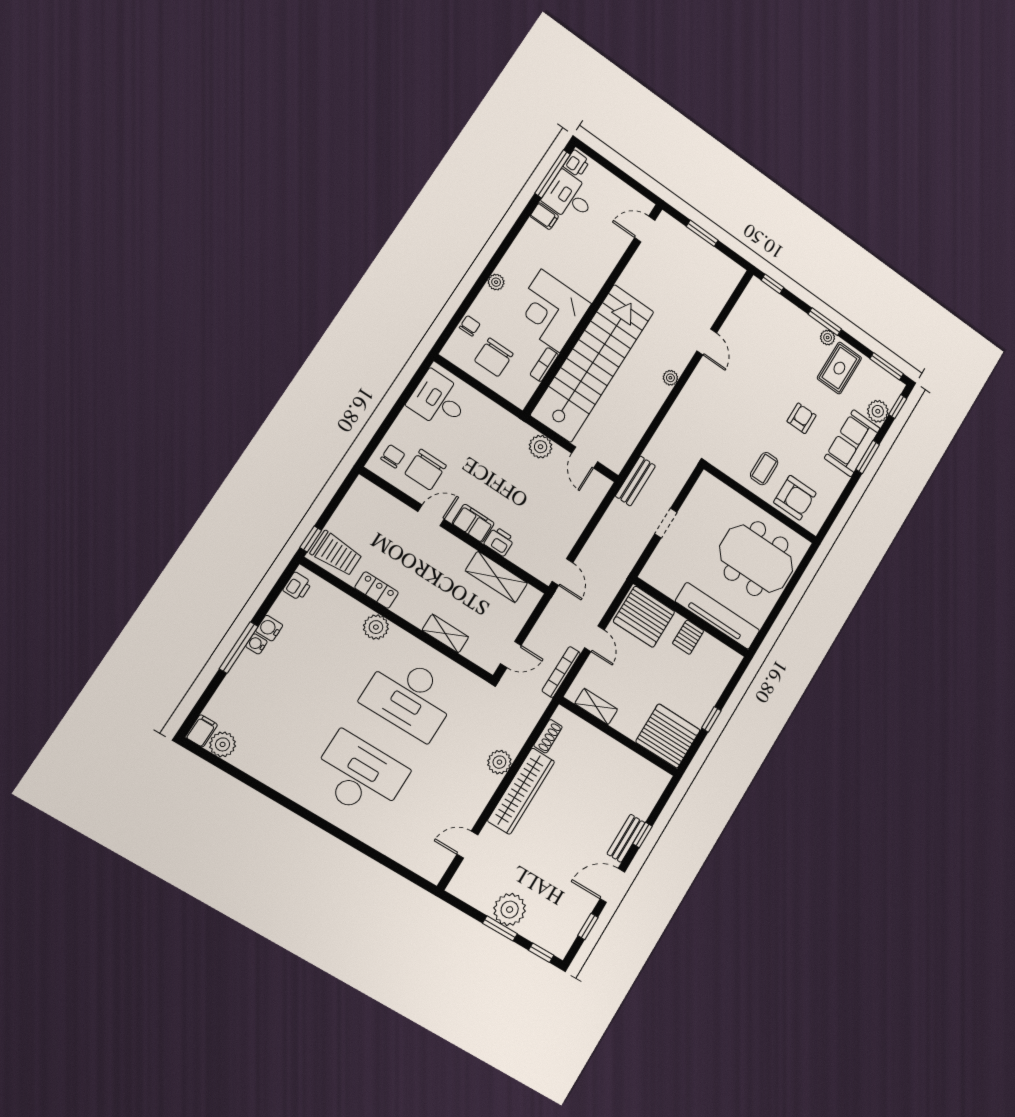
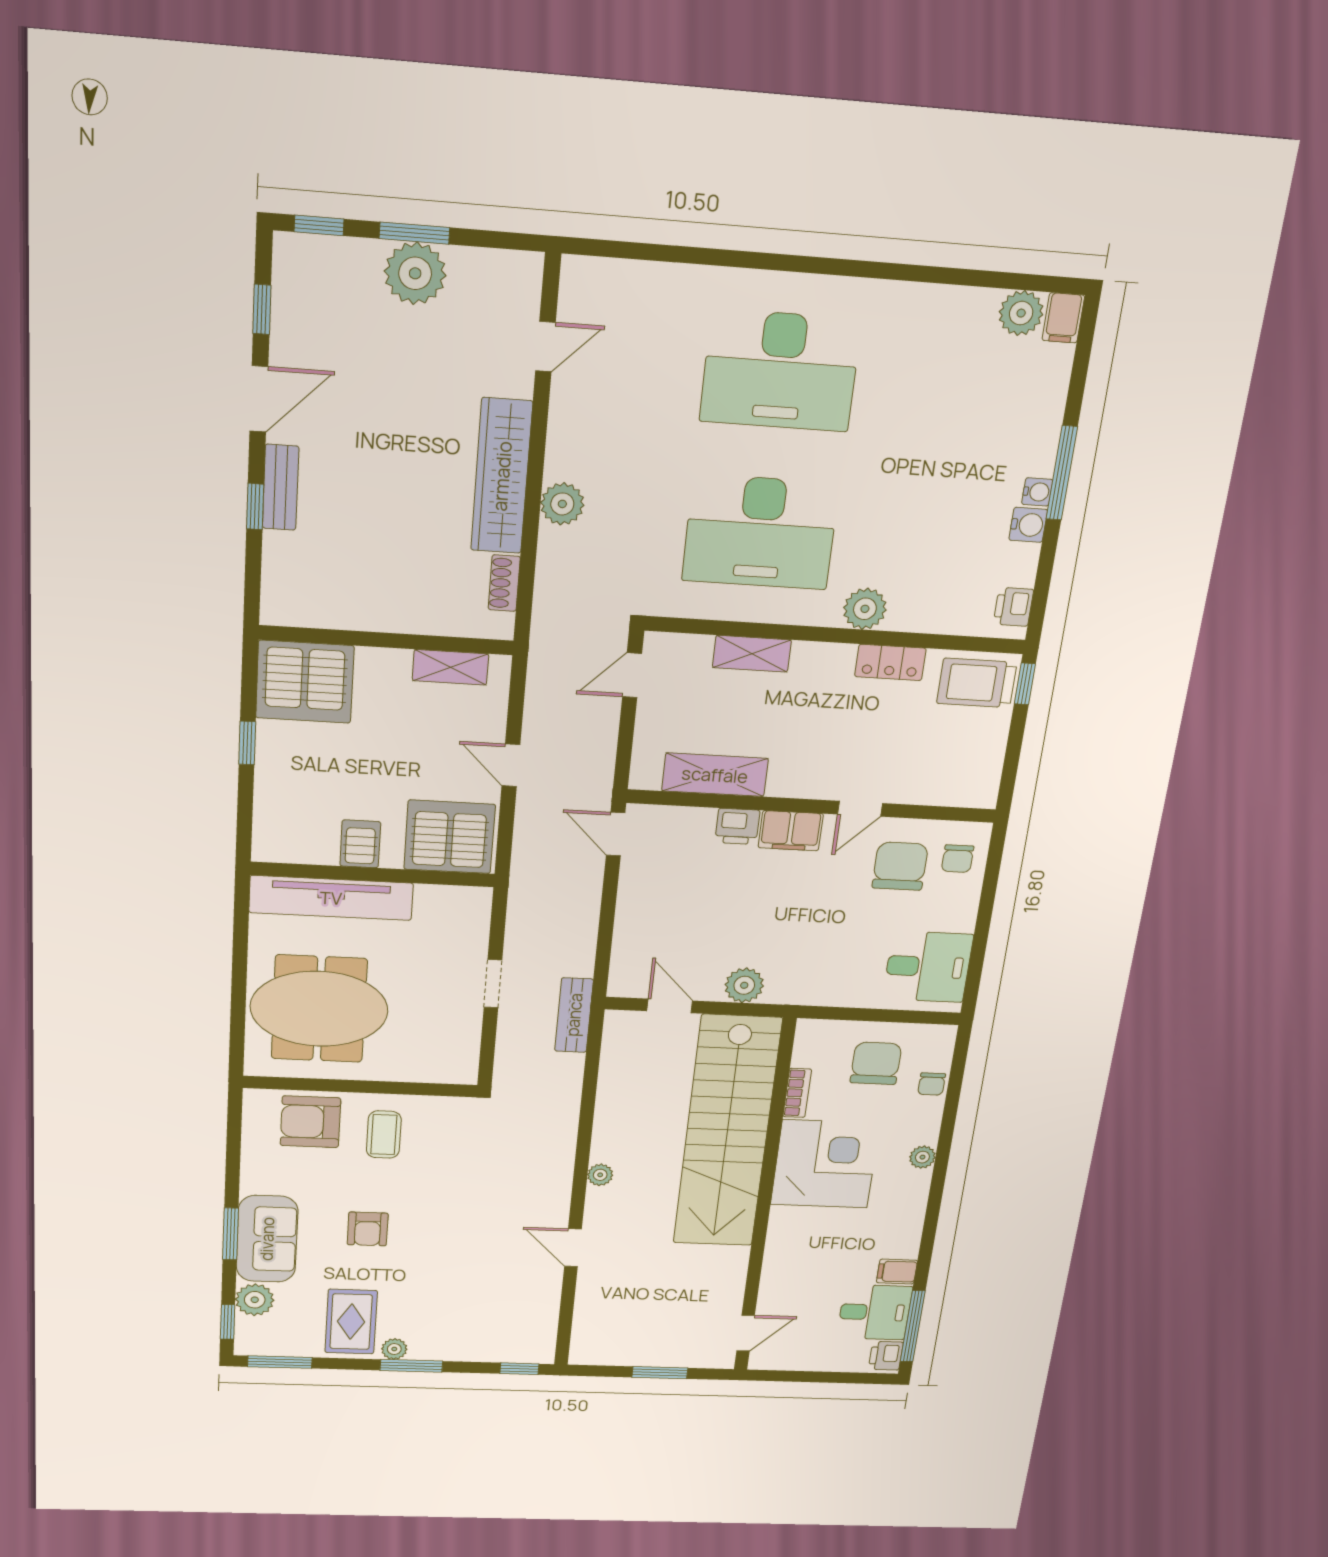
bookcase: (561, 672) -> (537, 690), removed
desk: (410, 697) -> (760, 532), turned 180

